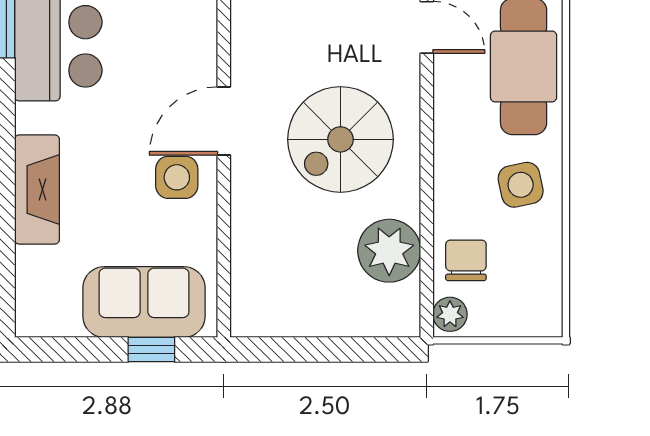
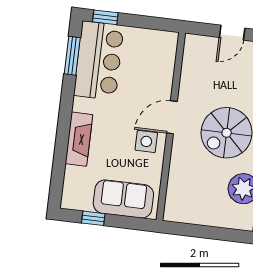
window: (151, 350) -> (93, 218), moved

